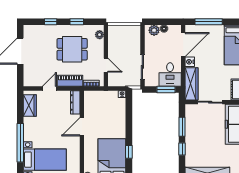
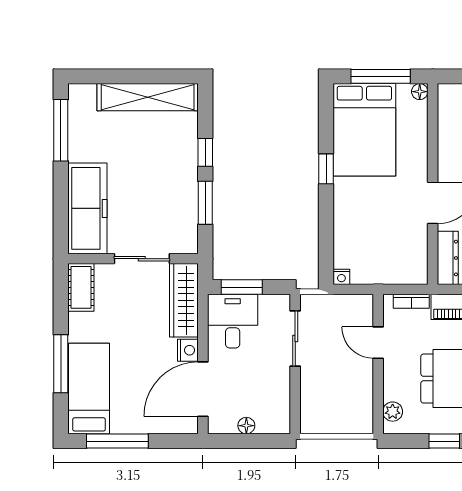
window: (209, 22) -> (117, 441), moved
plant: (154, 30) -> (269, 422), removed
window: (129, 152) -> (326, 169), moved

